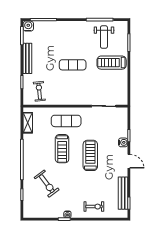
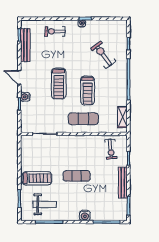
water cooler: (28, 26) -> (85, 215), moved
weight bench: (104, 37) -> (45, 204), turned 90
treadmill: (62, 149) -> (87, 90), turned 180

